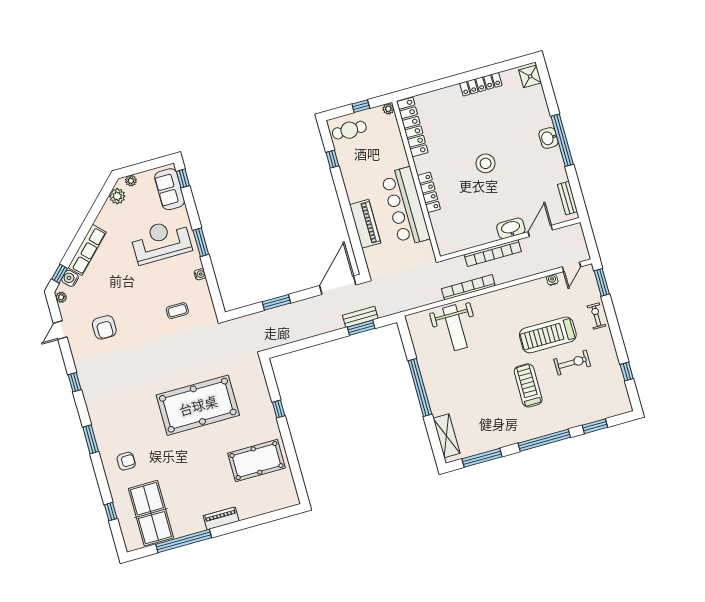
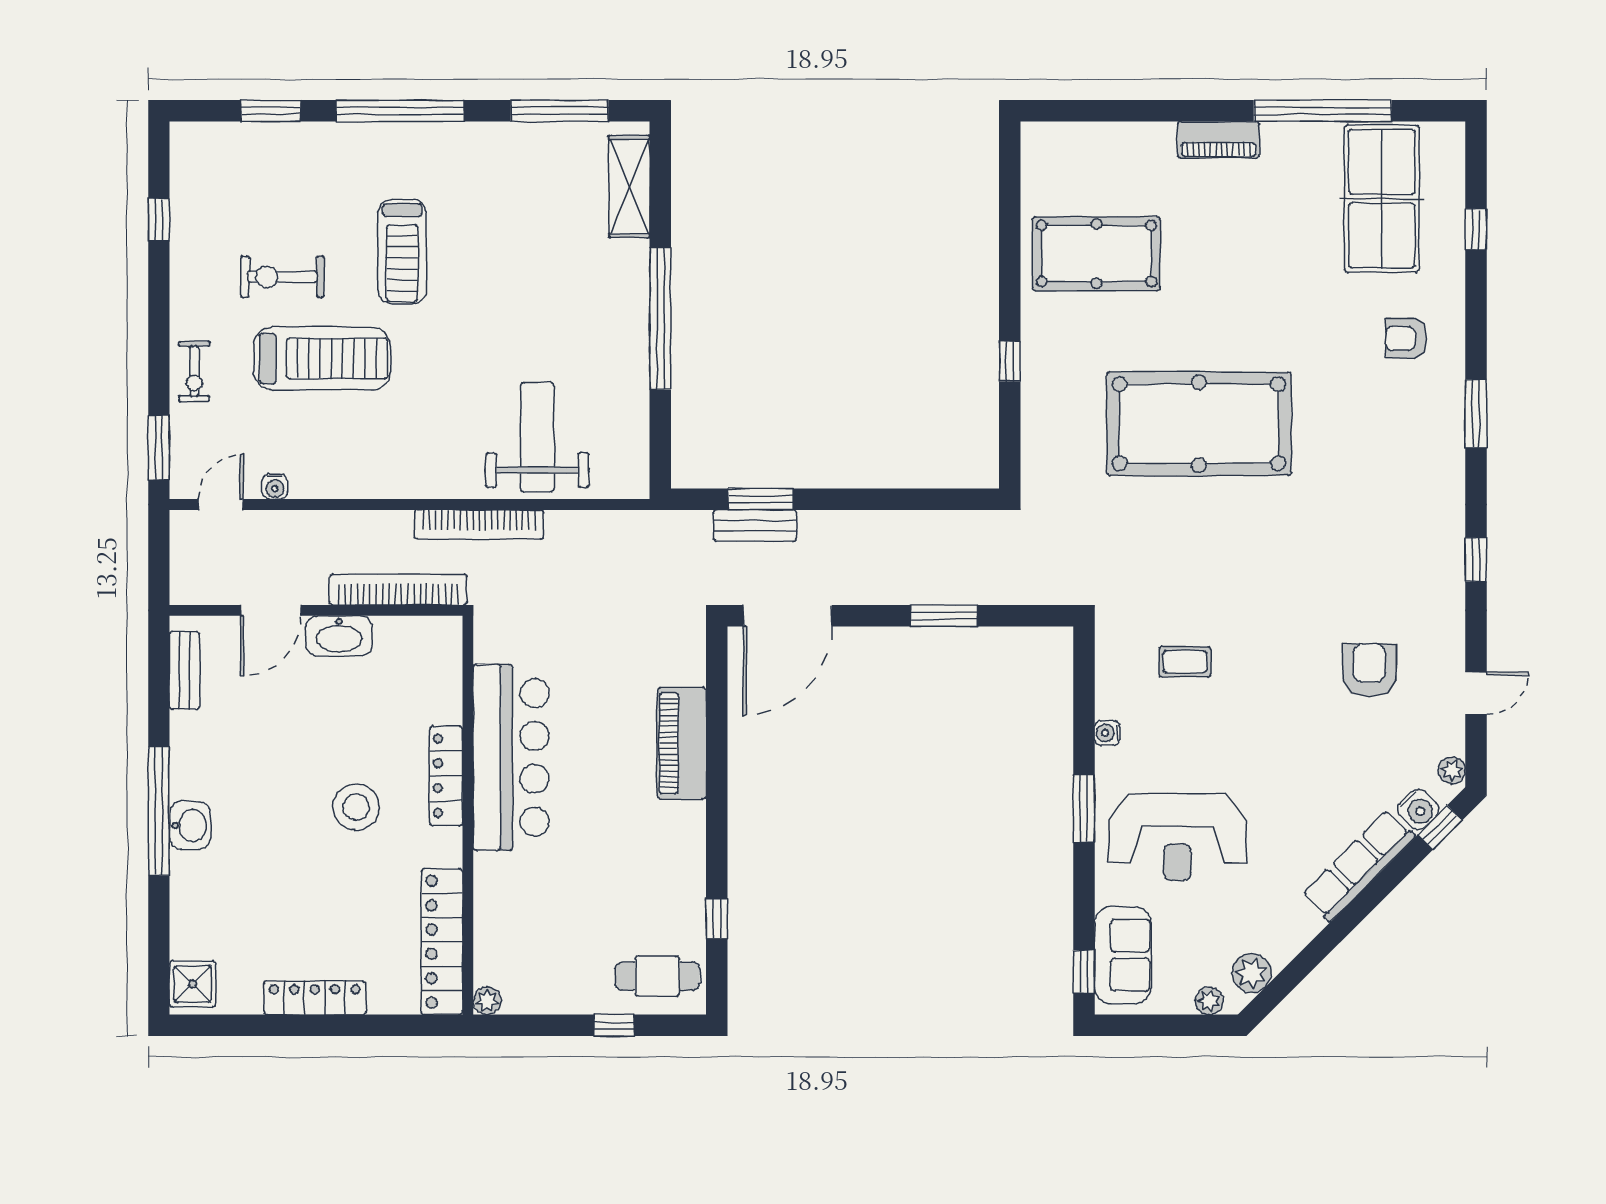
plant: (388, 109) -> (487, 1001), moved
locker: (412, 127) -> (442, 942), moved
wall: (416, 179) -> (468, 815), moved
locker: (429, 192) -> (446, 776), moved
bar counter: (405, 207) -> (511, 757), moved

